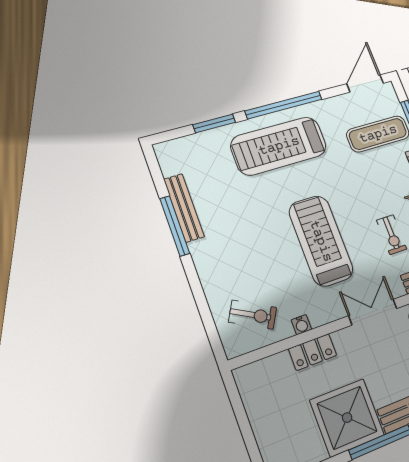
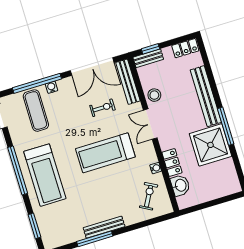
window: (214, 123) -> (34, 226), moved
bench: (184, 208) -> (104, 227), moved
washbasin: (274, 369) -> (180, 185), added

